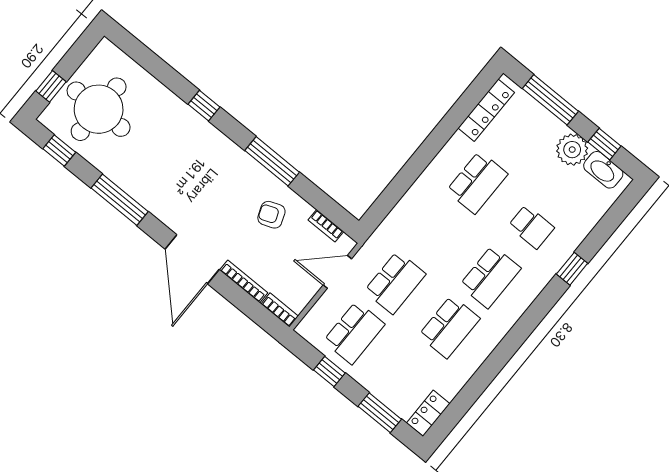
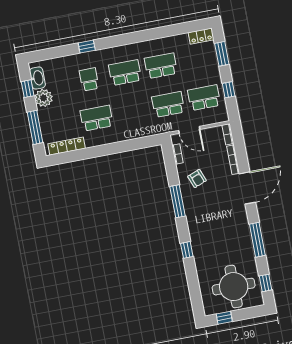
window: (51, 86) -> (224, 318), moved

